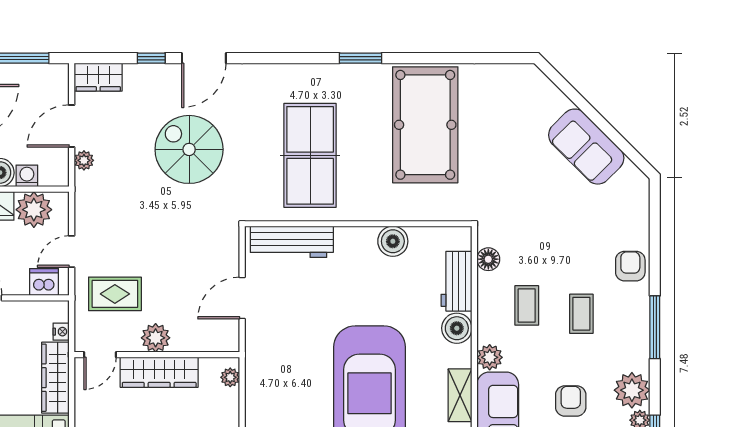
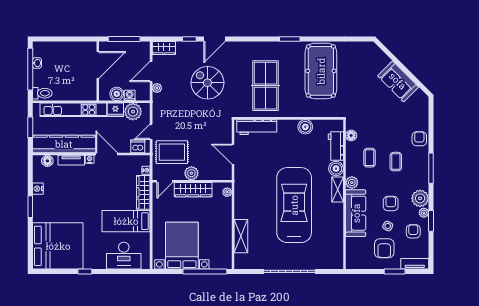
rug: (115, 294) -> (172, 152), width x1.36, depth x1.43
door: (242, 298) -> (233, 154), hinge flipped
shelving: (460, 395) -> (338, 189), moved

